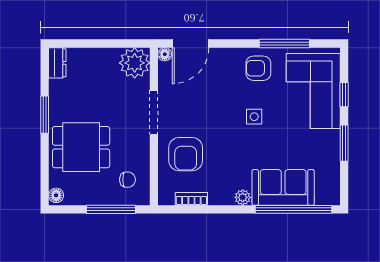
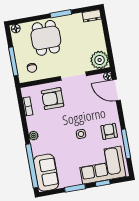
sofa: (283, 187) -> (46, 173), moved

